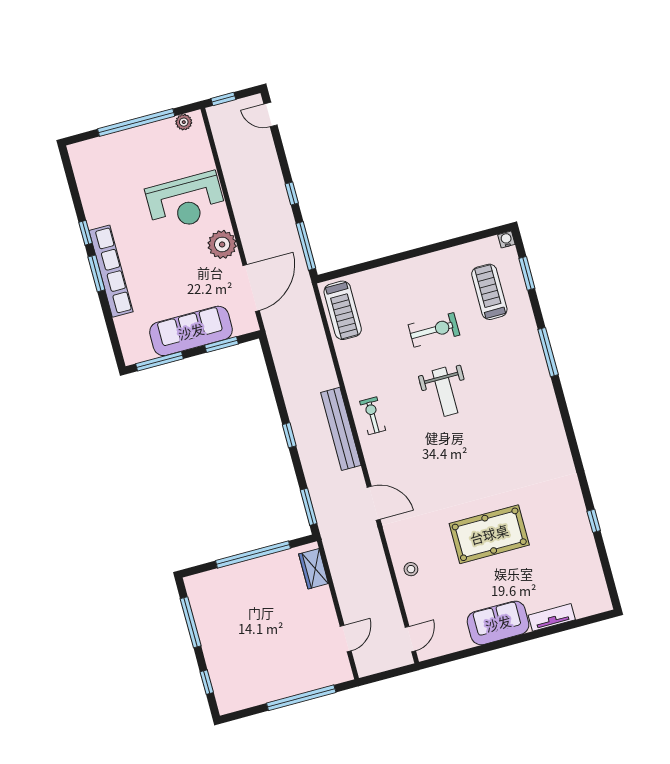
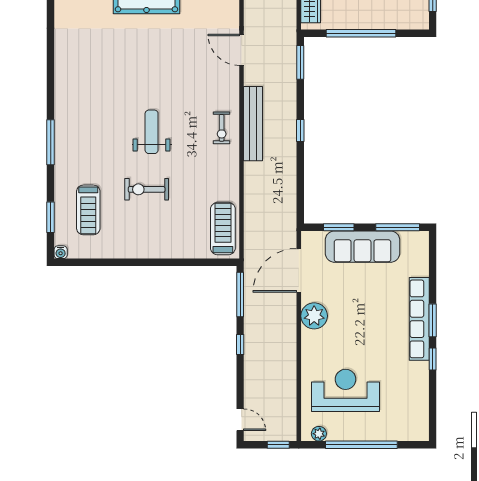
reception desk: (186, 202) -> (346, 390), moved

